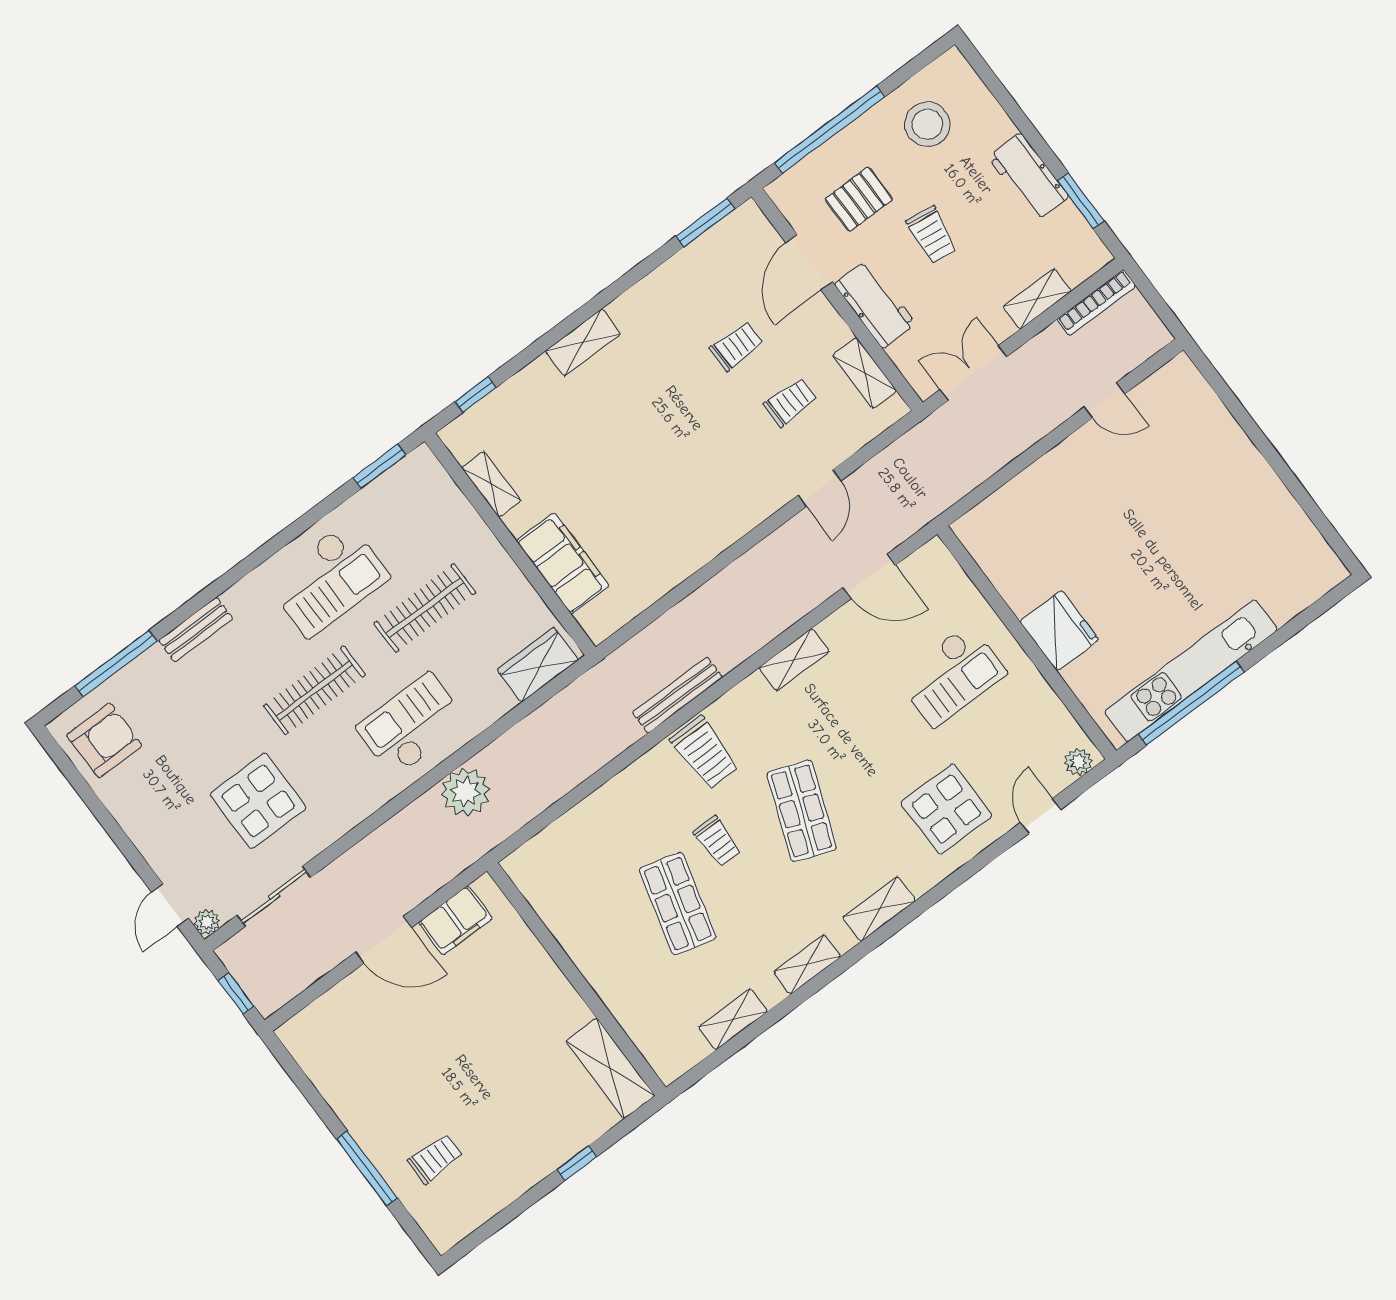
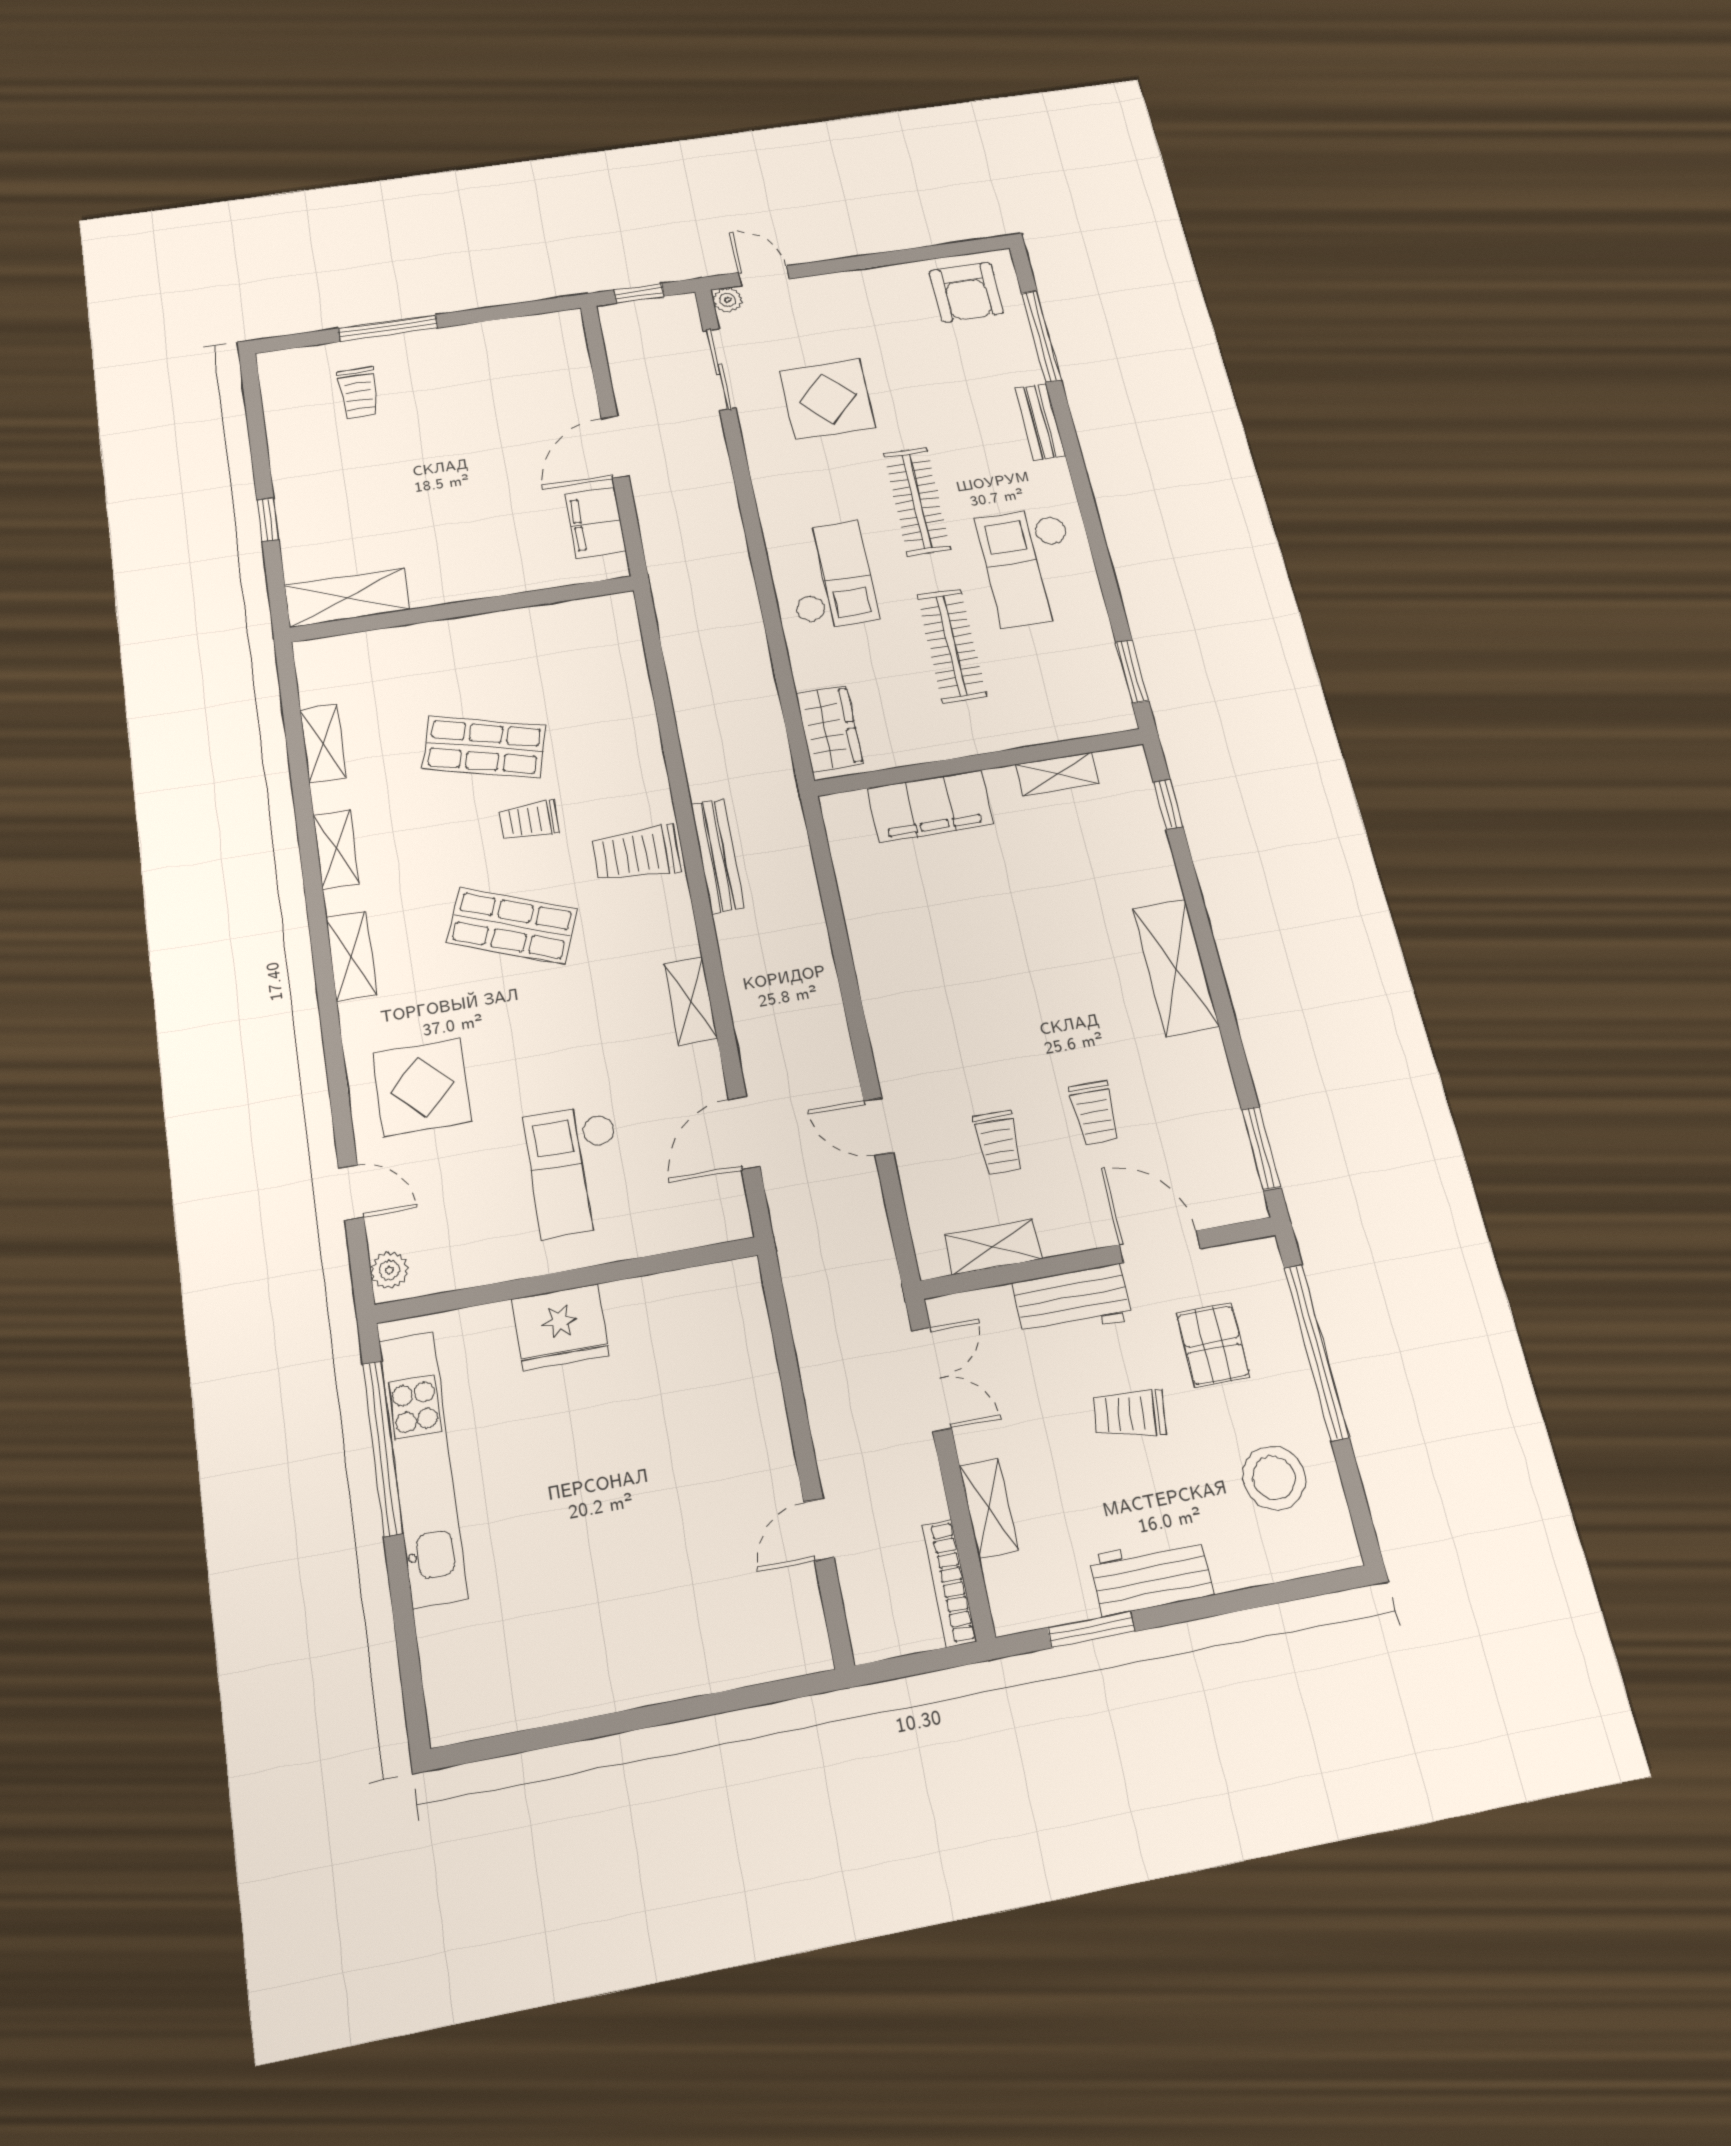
shelving: (583, 342) -> (1176, 968), width x1.50, depth x1.33
plant: (466, 792) -> (728, 594), removed

